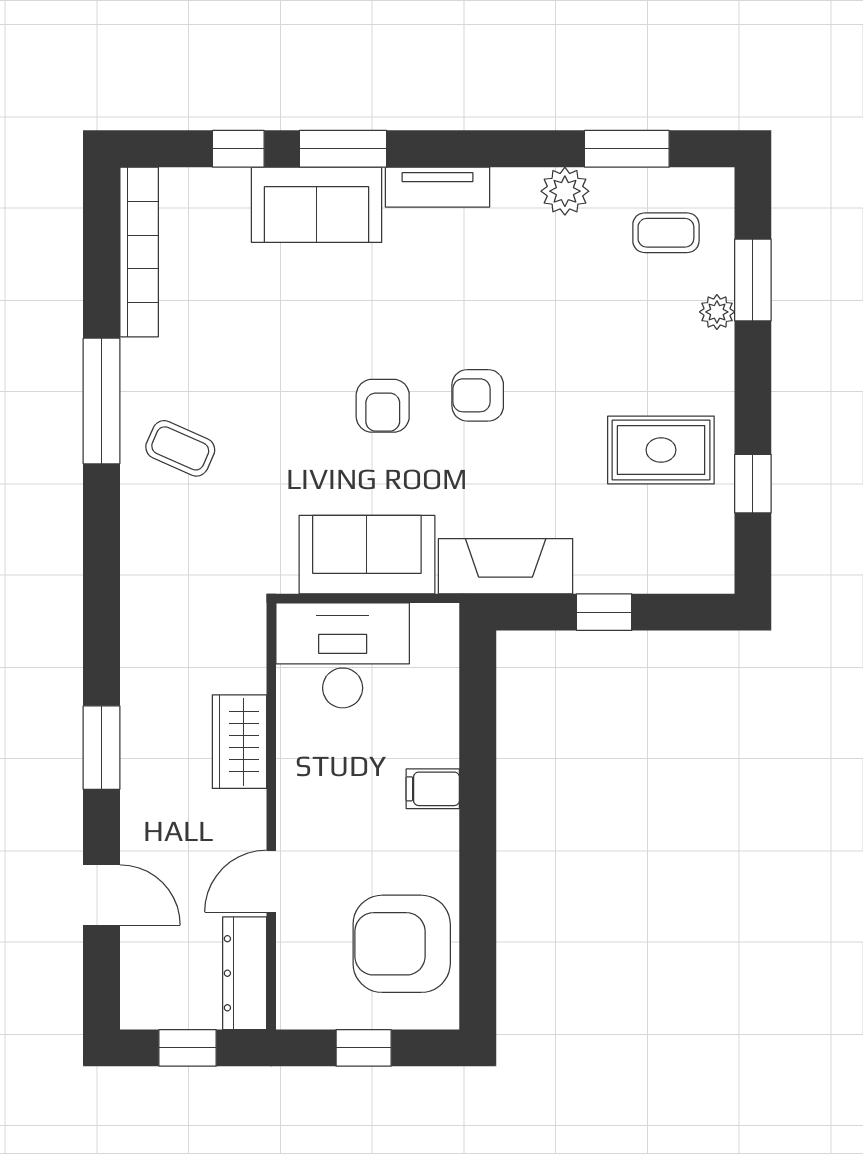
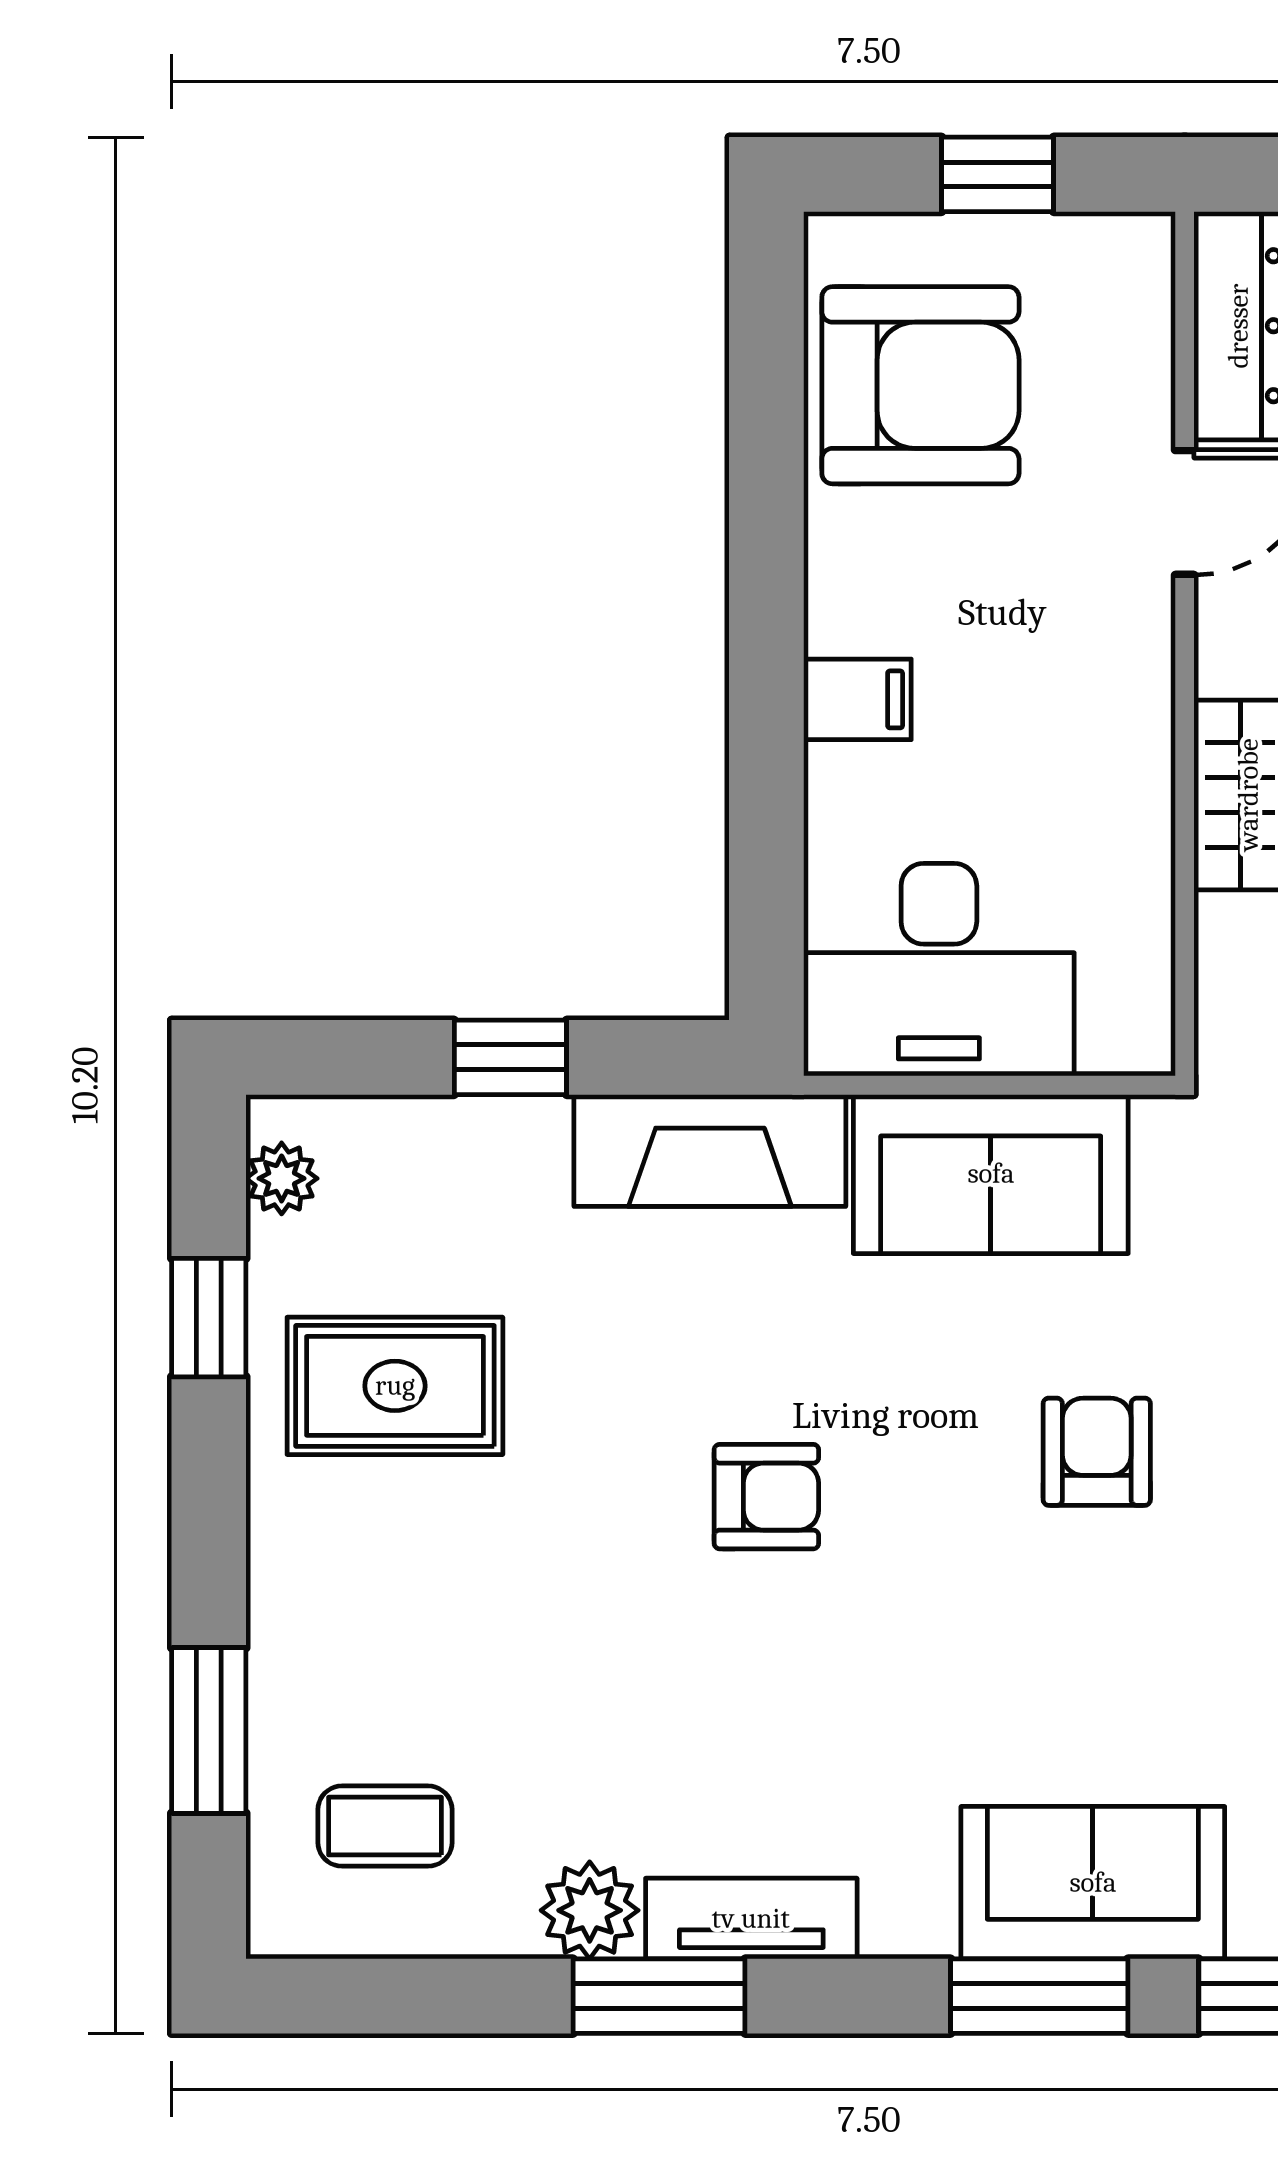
window: (627, 149) -> (659, 1996), moved
tv unit: (438, 187) -> (751, 1919), moved
plant: (717, 312) -> (282, 1178), moved
armchair: (383, 406) -> (1097, 1452), moved
desk: (343, 655) -> (939, 970), moved

